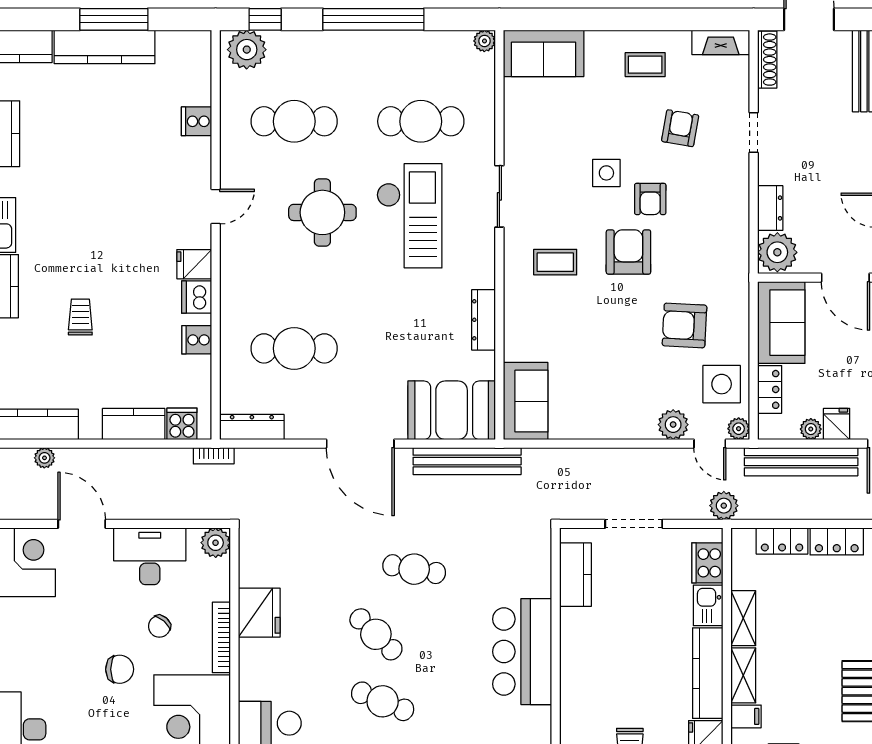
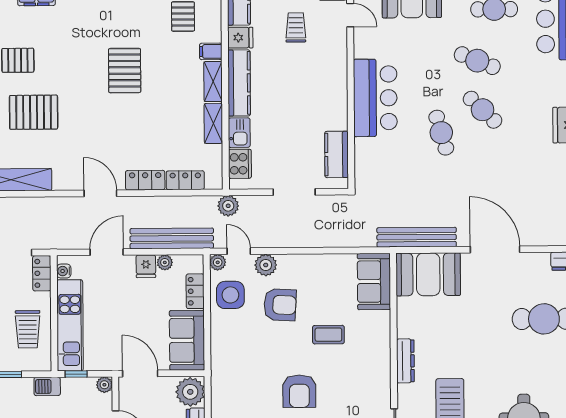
coffee table: (555, 262) -> (328, 335), moved
dresser: (484, 320) -> (405, 361), moved
armchair: (684, 325) -> (280, 305), moved
cafe table: (414, 569) -> (441, 133), moved, turned 64

